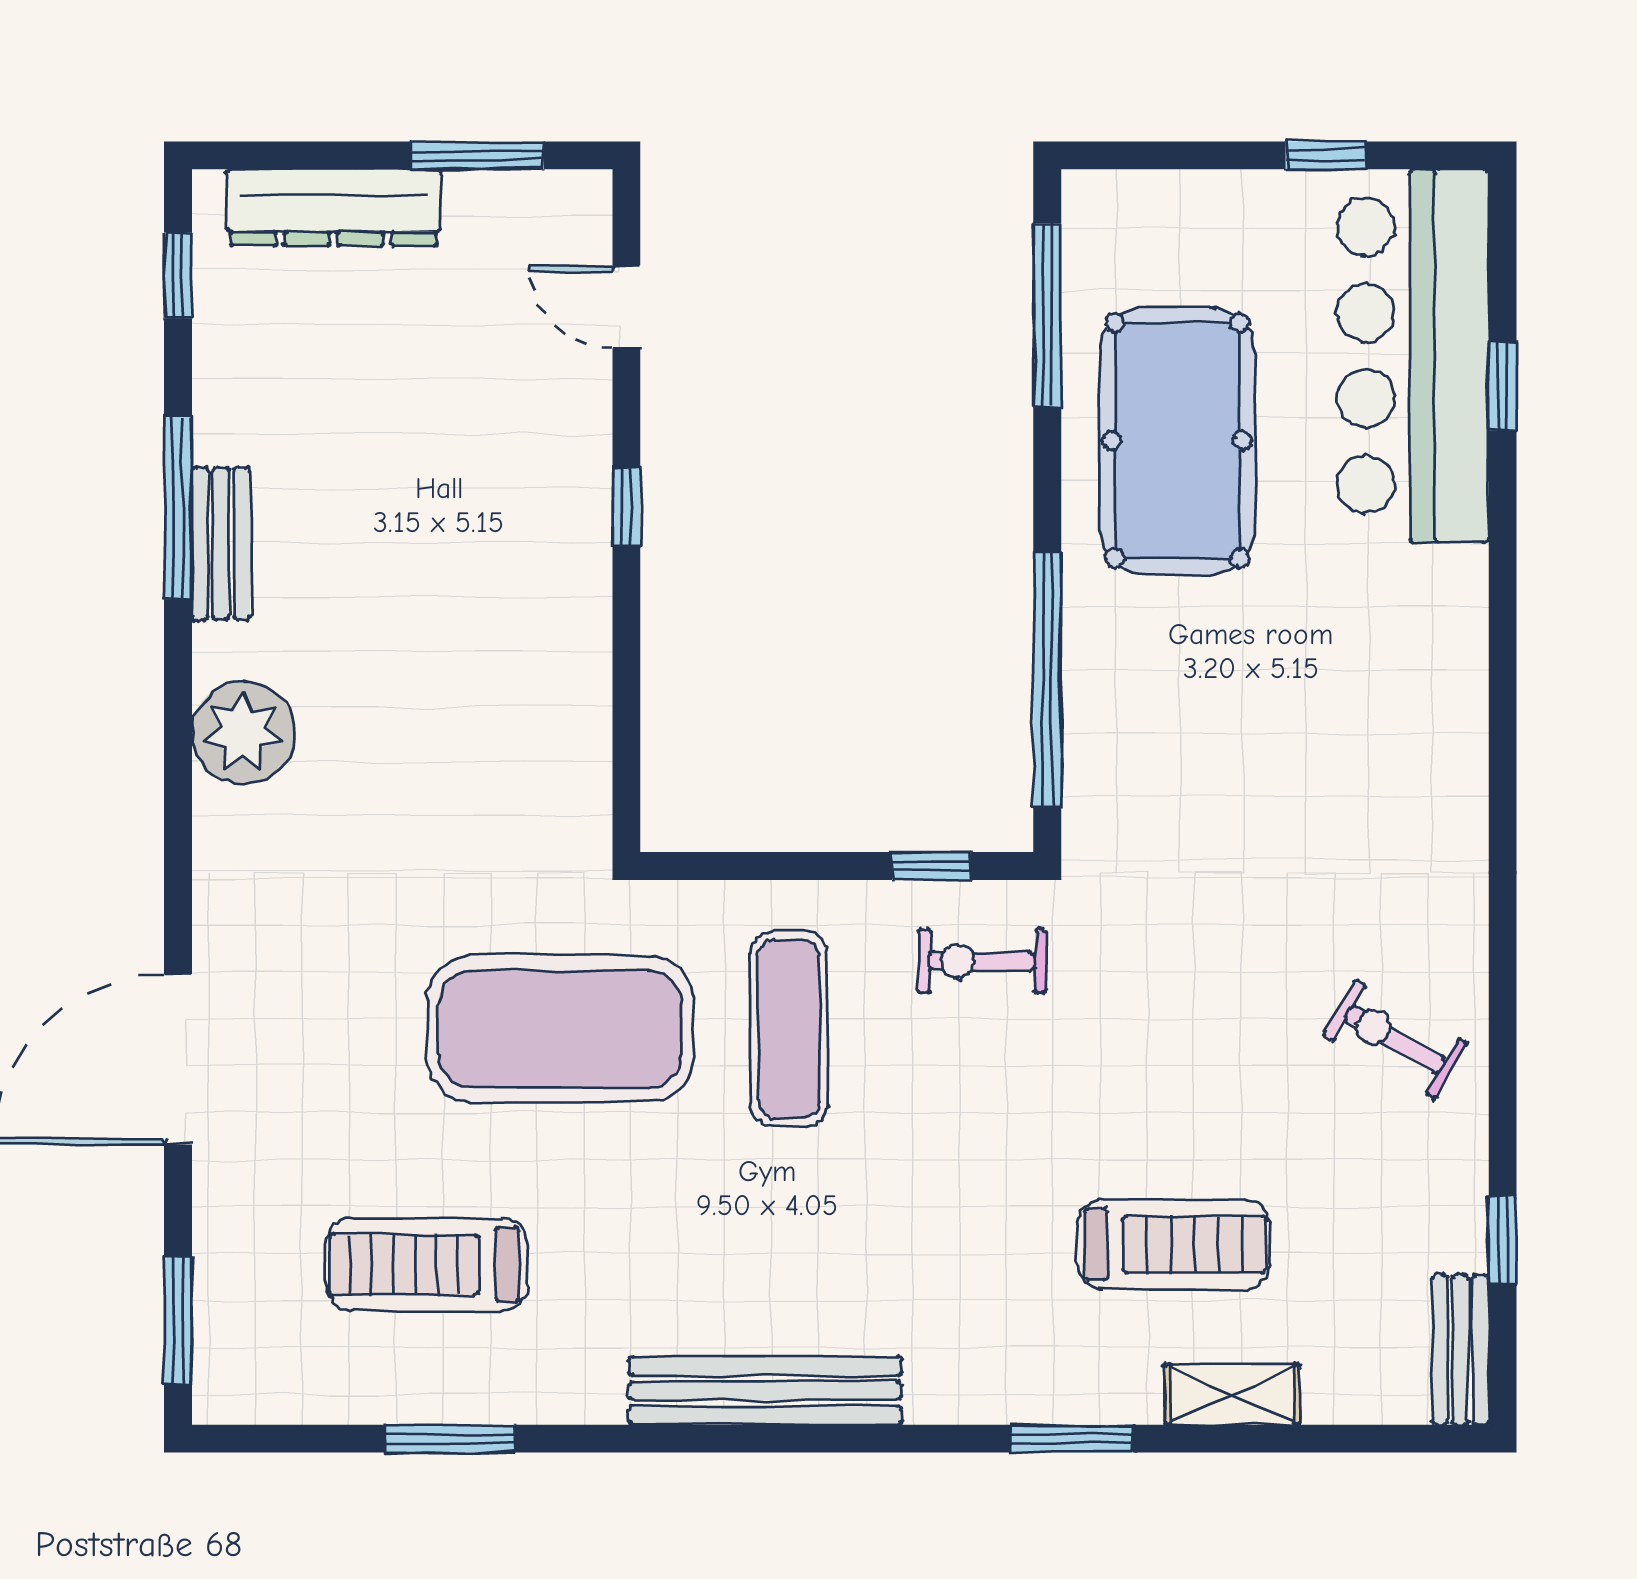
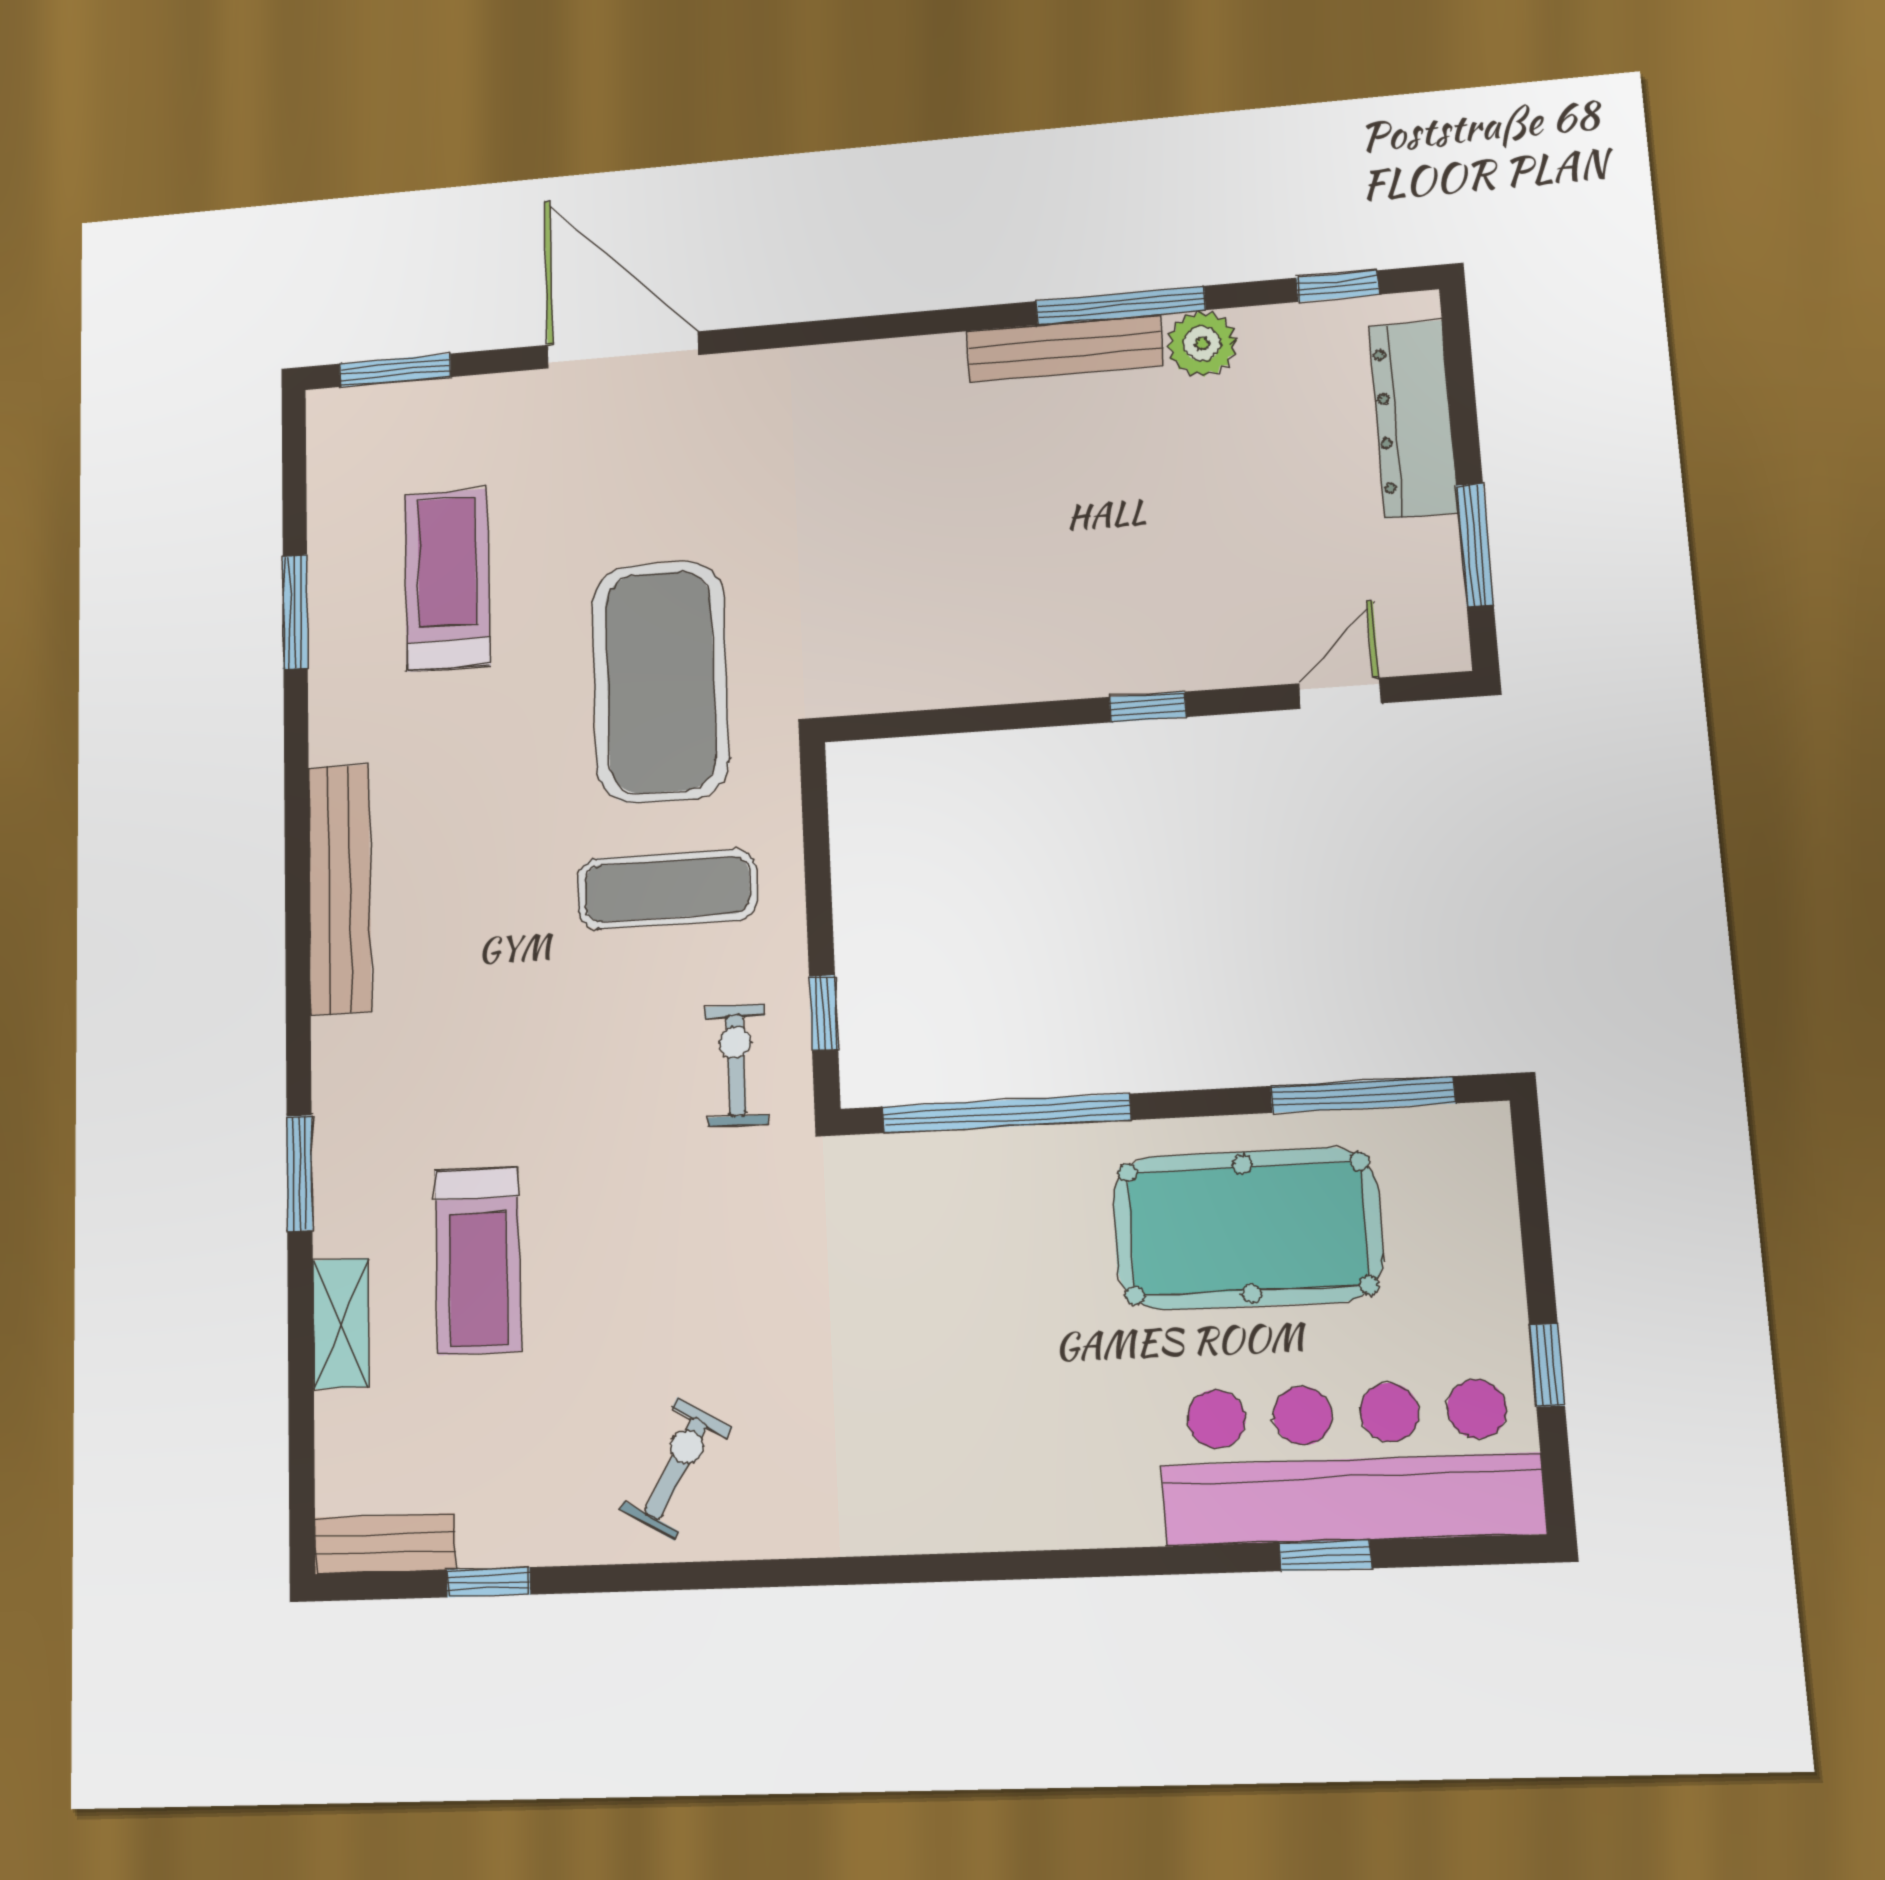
bench: (221, 544) -> (1064, 348), width x1.36
plant: (243, 733) -> (1202, 344), moved, width x0.73, depth x0.73

